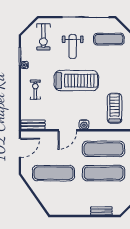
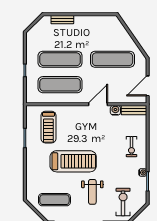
weight bench: (73, 47) -> (92, 192), turned 180
treadmill: (76, 81) -> (73, 161), moved, turned 180
water cooler: (84, 124) -> (115, 110), moved

